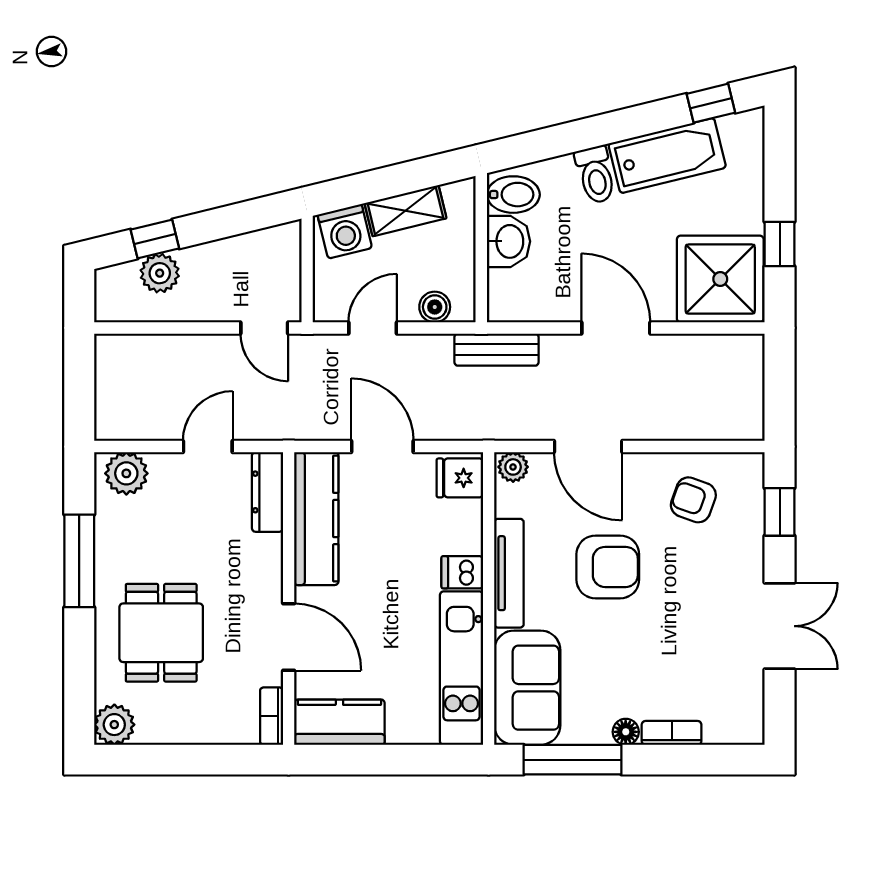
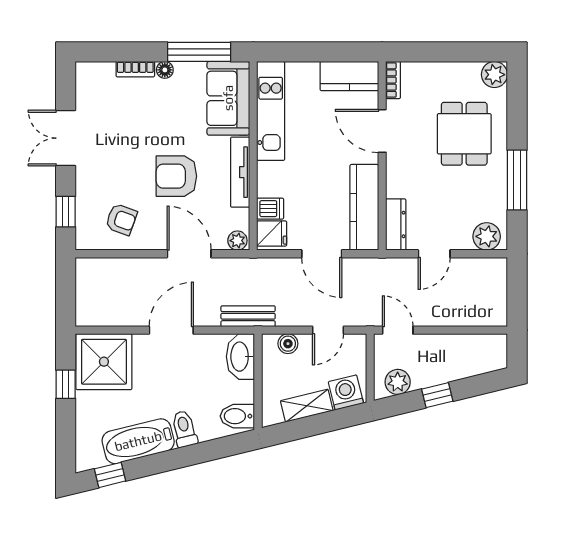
window: (155, 239) -> (437, 395), moved
washbasin: (509, 241) -> (240, 357), moved, width x1.38
plant: (160, 273) -> (398, 382), moved
door: (616, 328) -> (171, 330), swing flipped
dishwasher: (462, 572) -> (270, 209), moved

